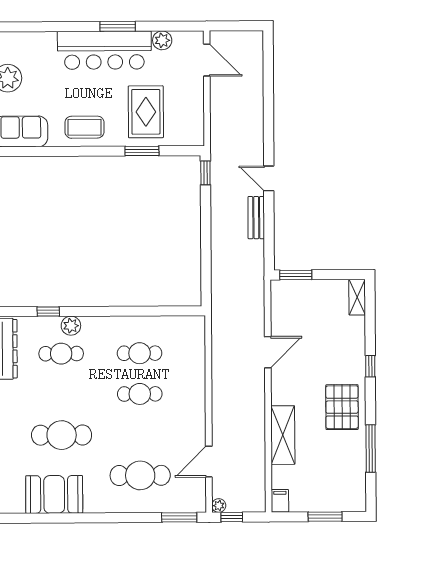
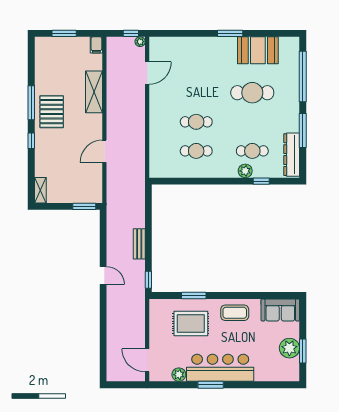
rug: (146, 112) -> (191, 324), turned 90
bench: (256, 218) -> (139, 244), moved
window: (371, 449) -> (31, 103), moved
cafe table: (140, 475) -> (196, 64), removed
window: (179, 517) -> (230, 33), moved

